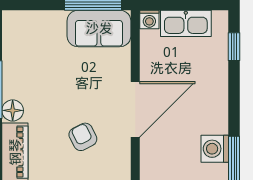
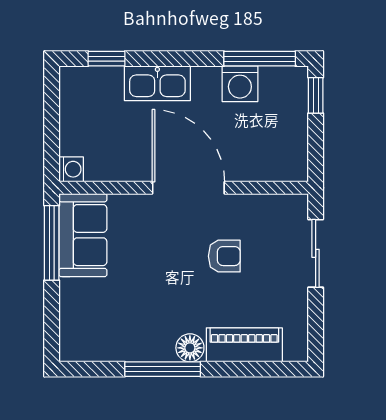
kitchen sink: (186, 23) -> (157, 83), moved, turned 90
armchair: (83, 137) -> (224, 256), turned -153

